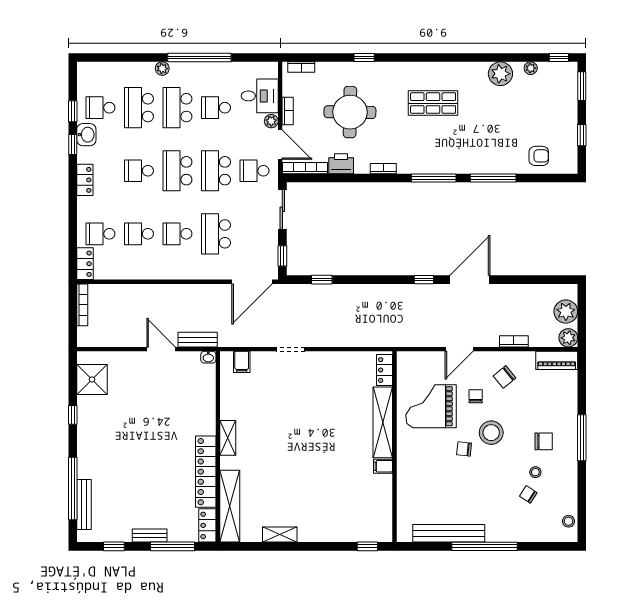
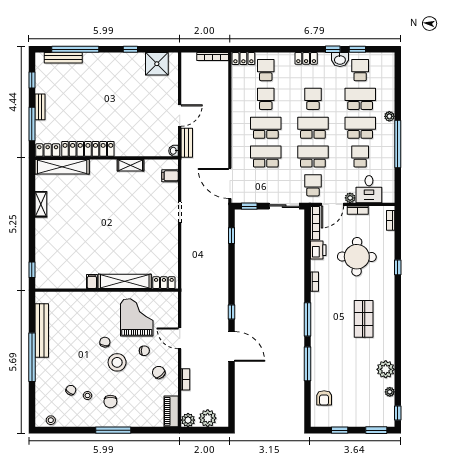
school desk: (178, 234) -> (266, 128), width x1.85
shelving: (228, 438) -> (131, 165), moved

